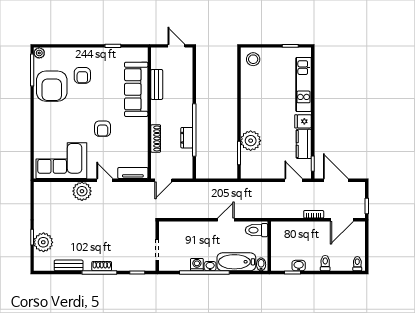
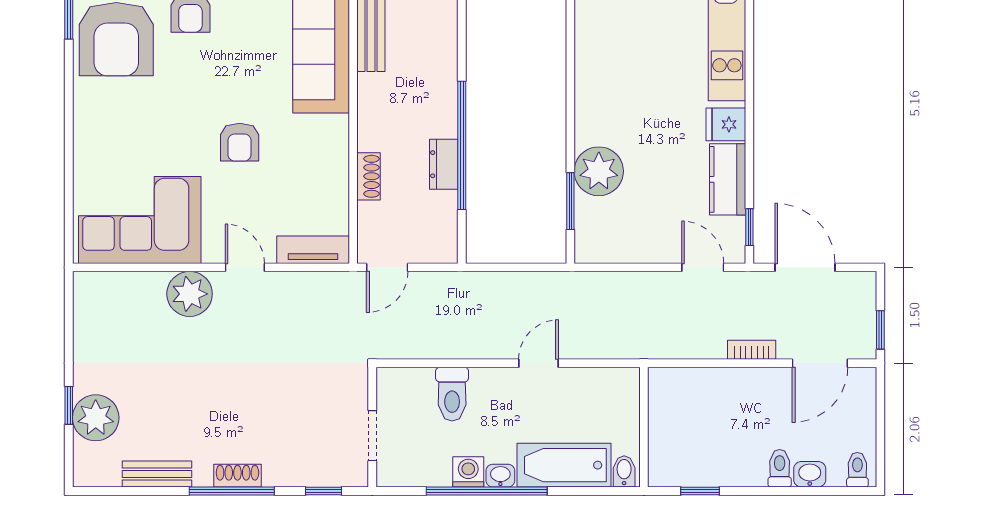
shoe rack: (156, 138) -> (368, 176), width x0.70
toilet: (257, 230) -> (452, 394), moved, turned -90
washbasin: (299, 266) -> (810, 474), moved

